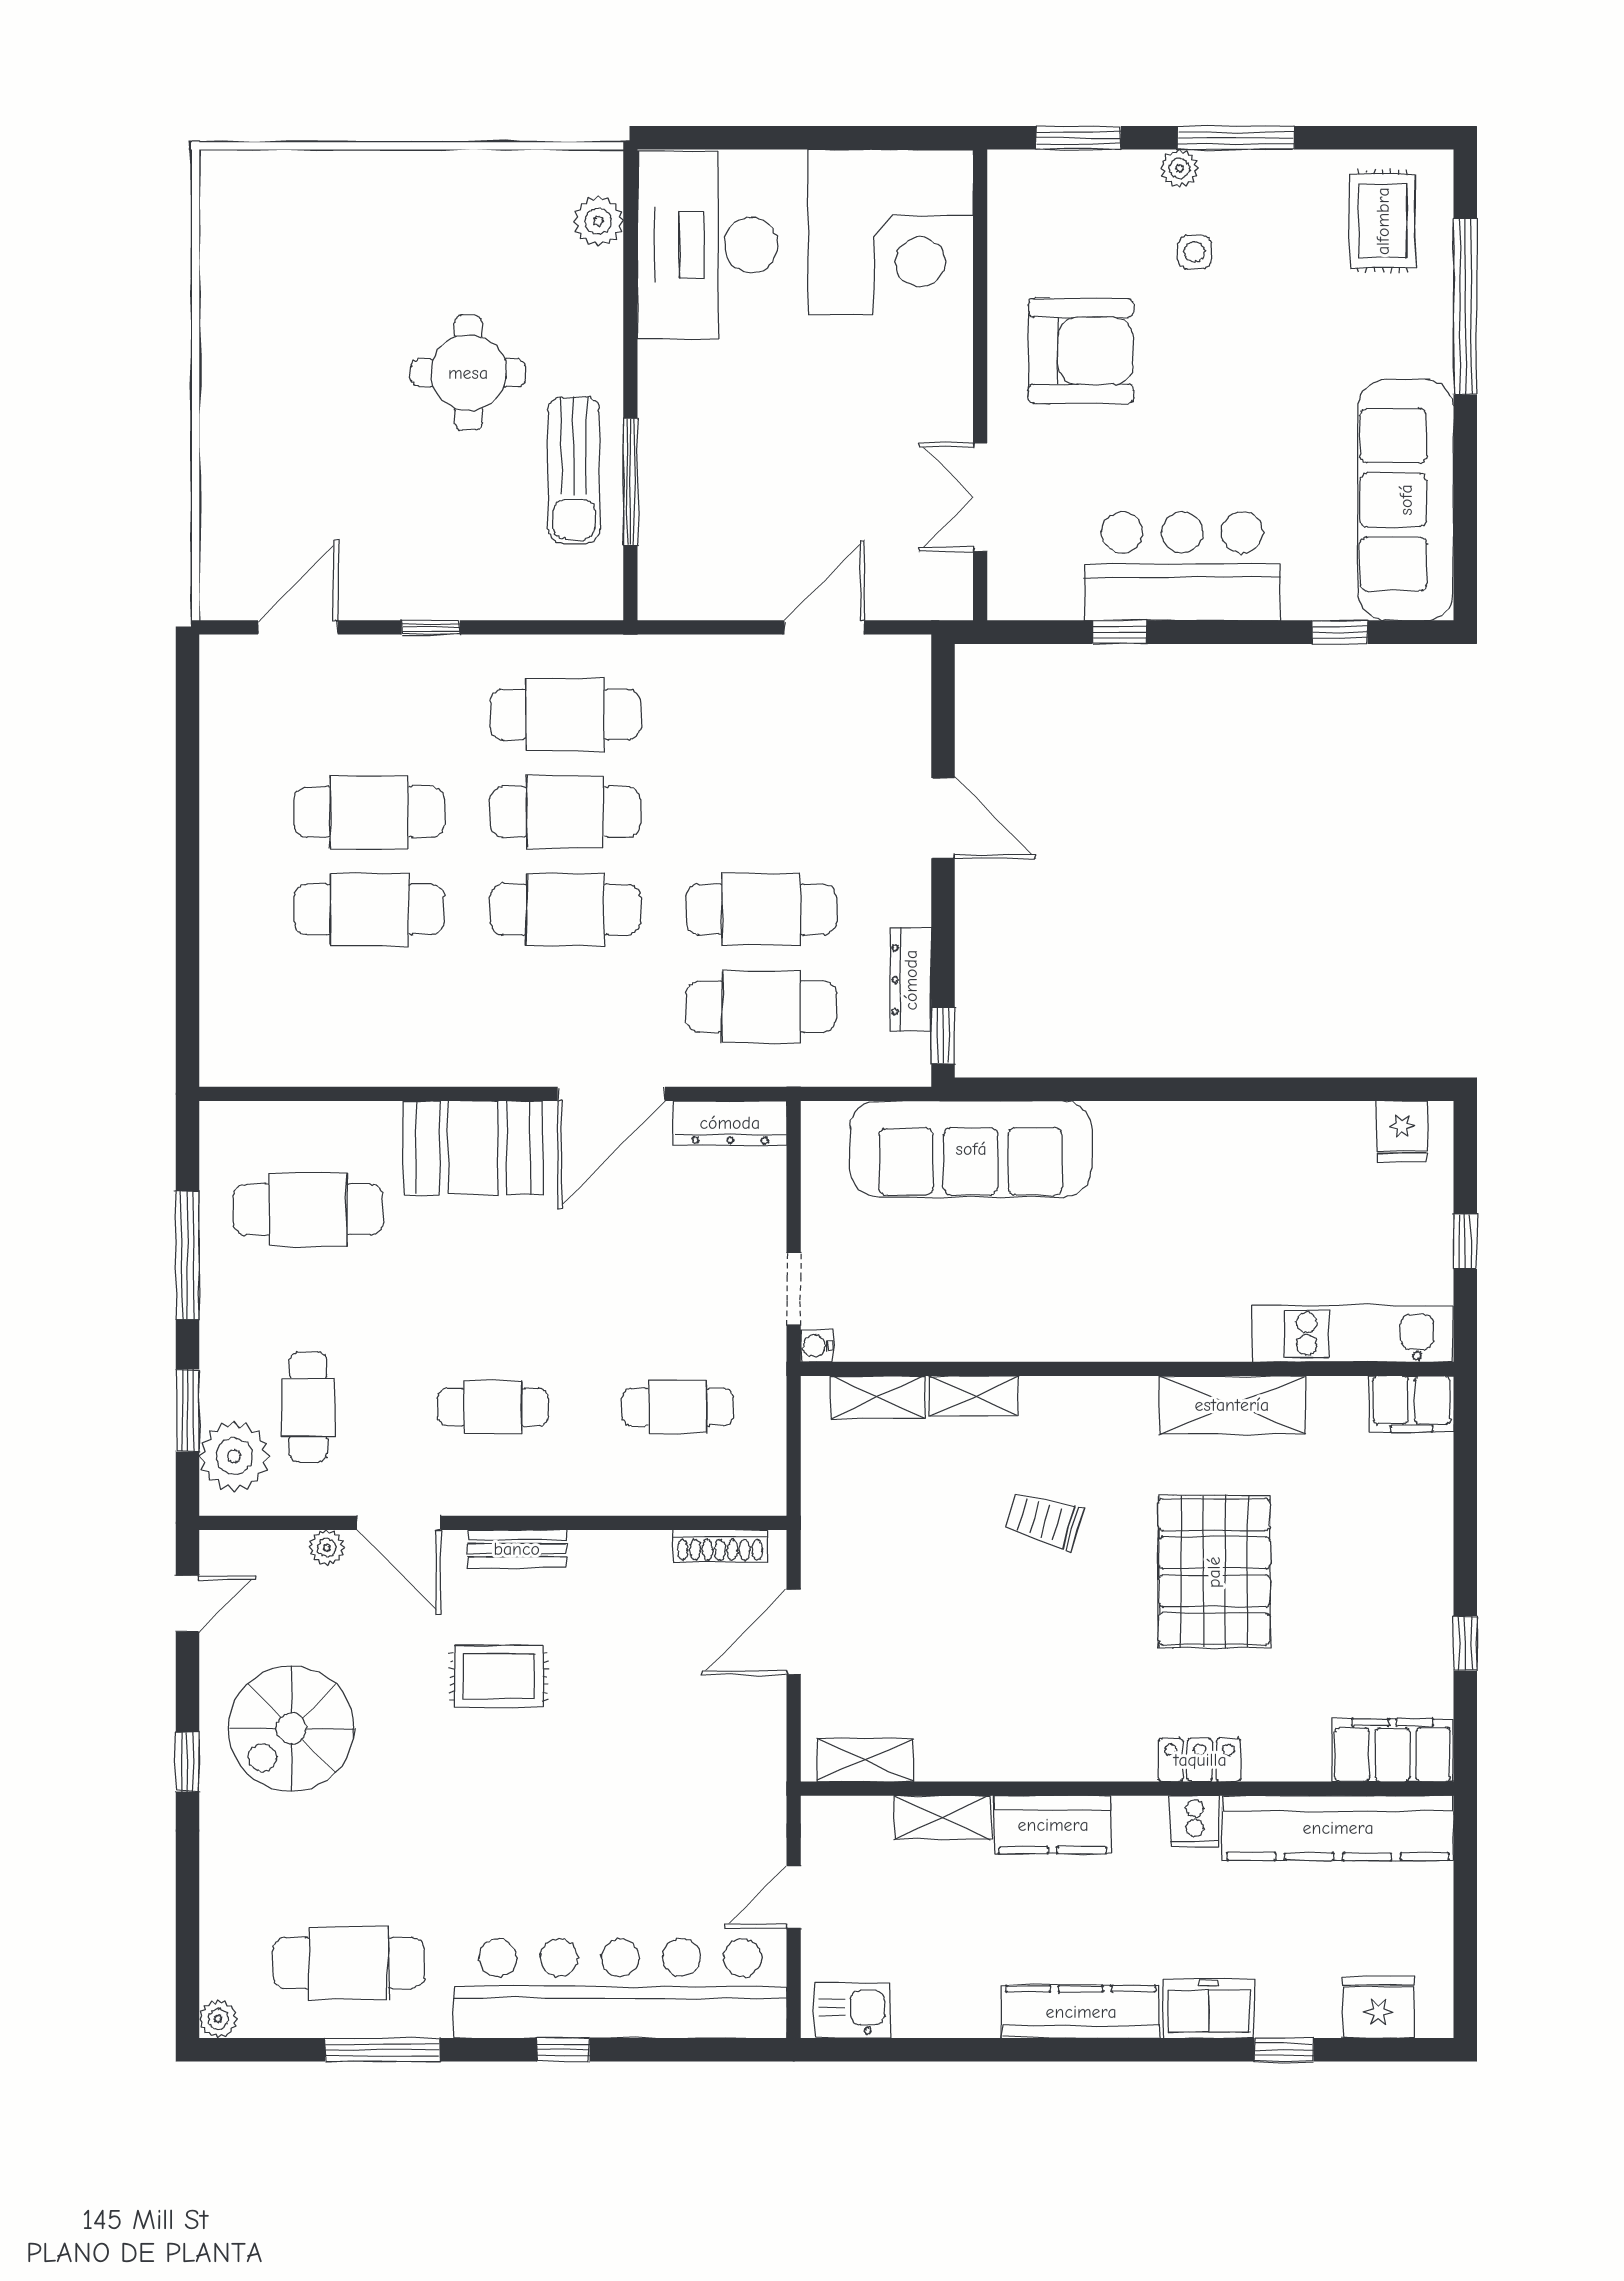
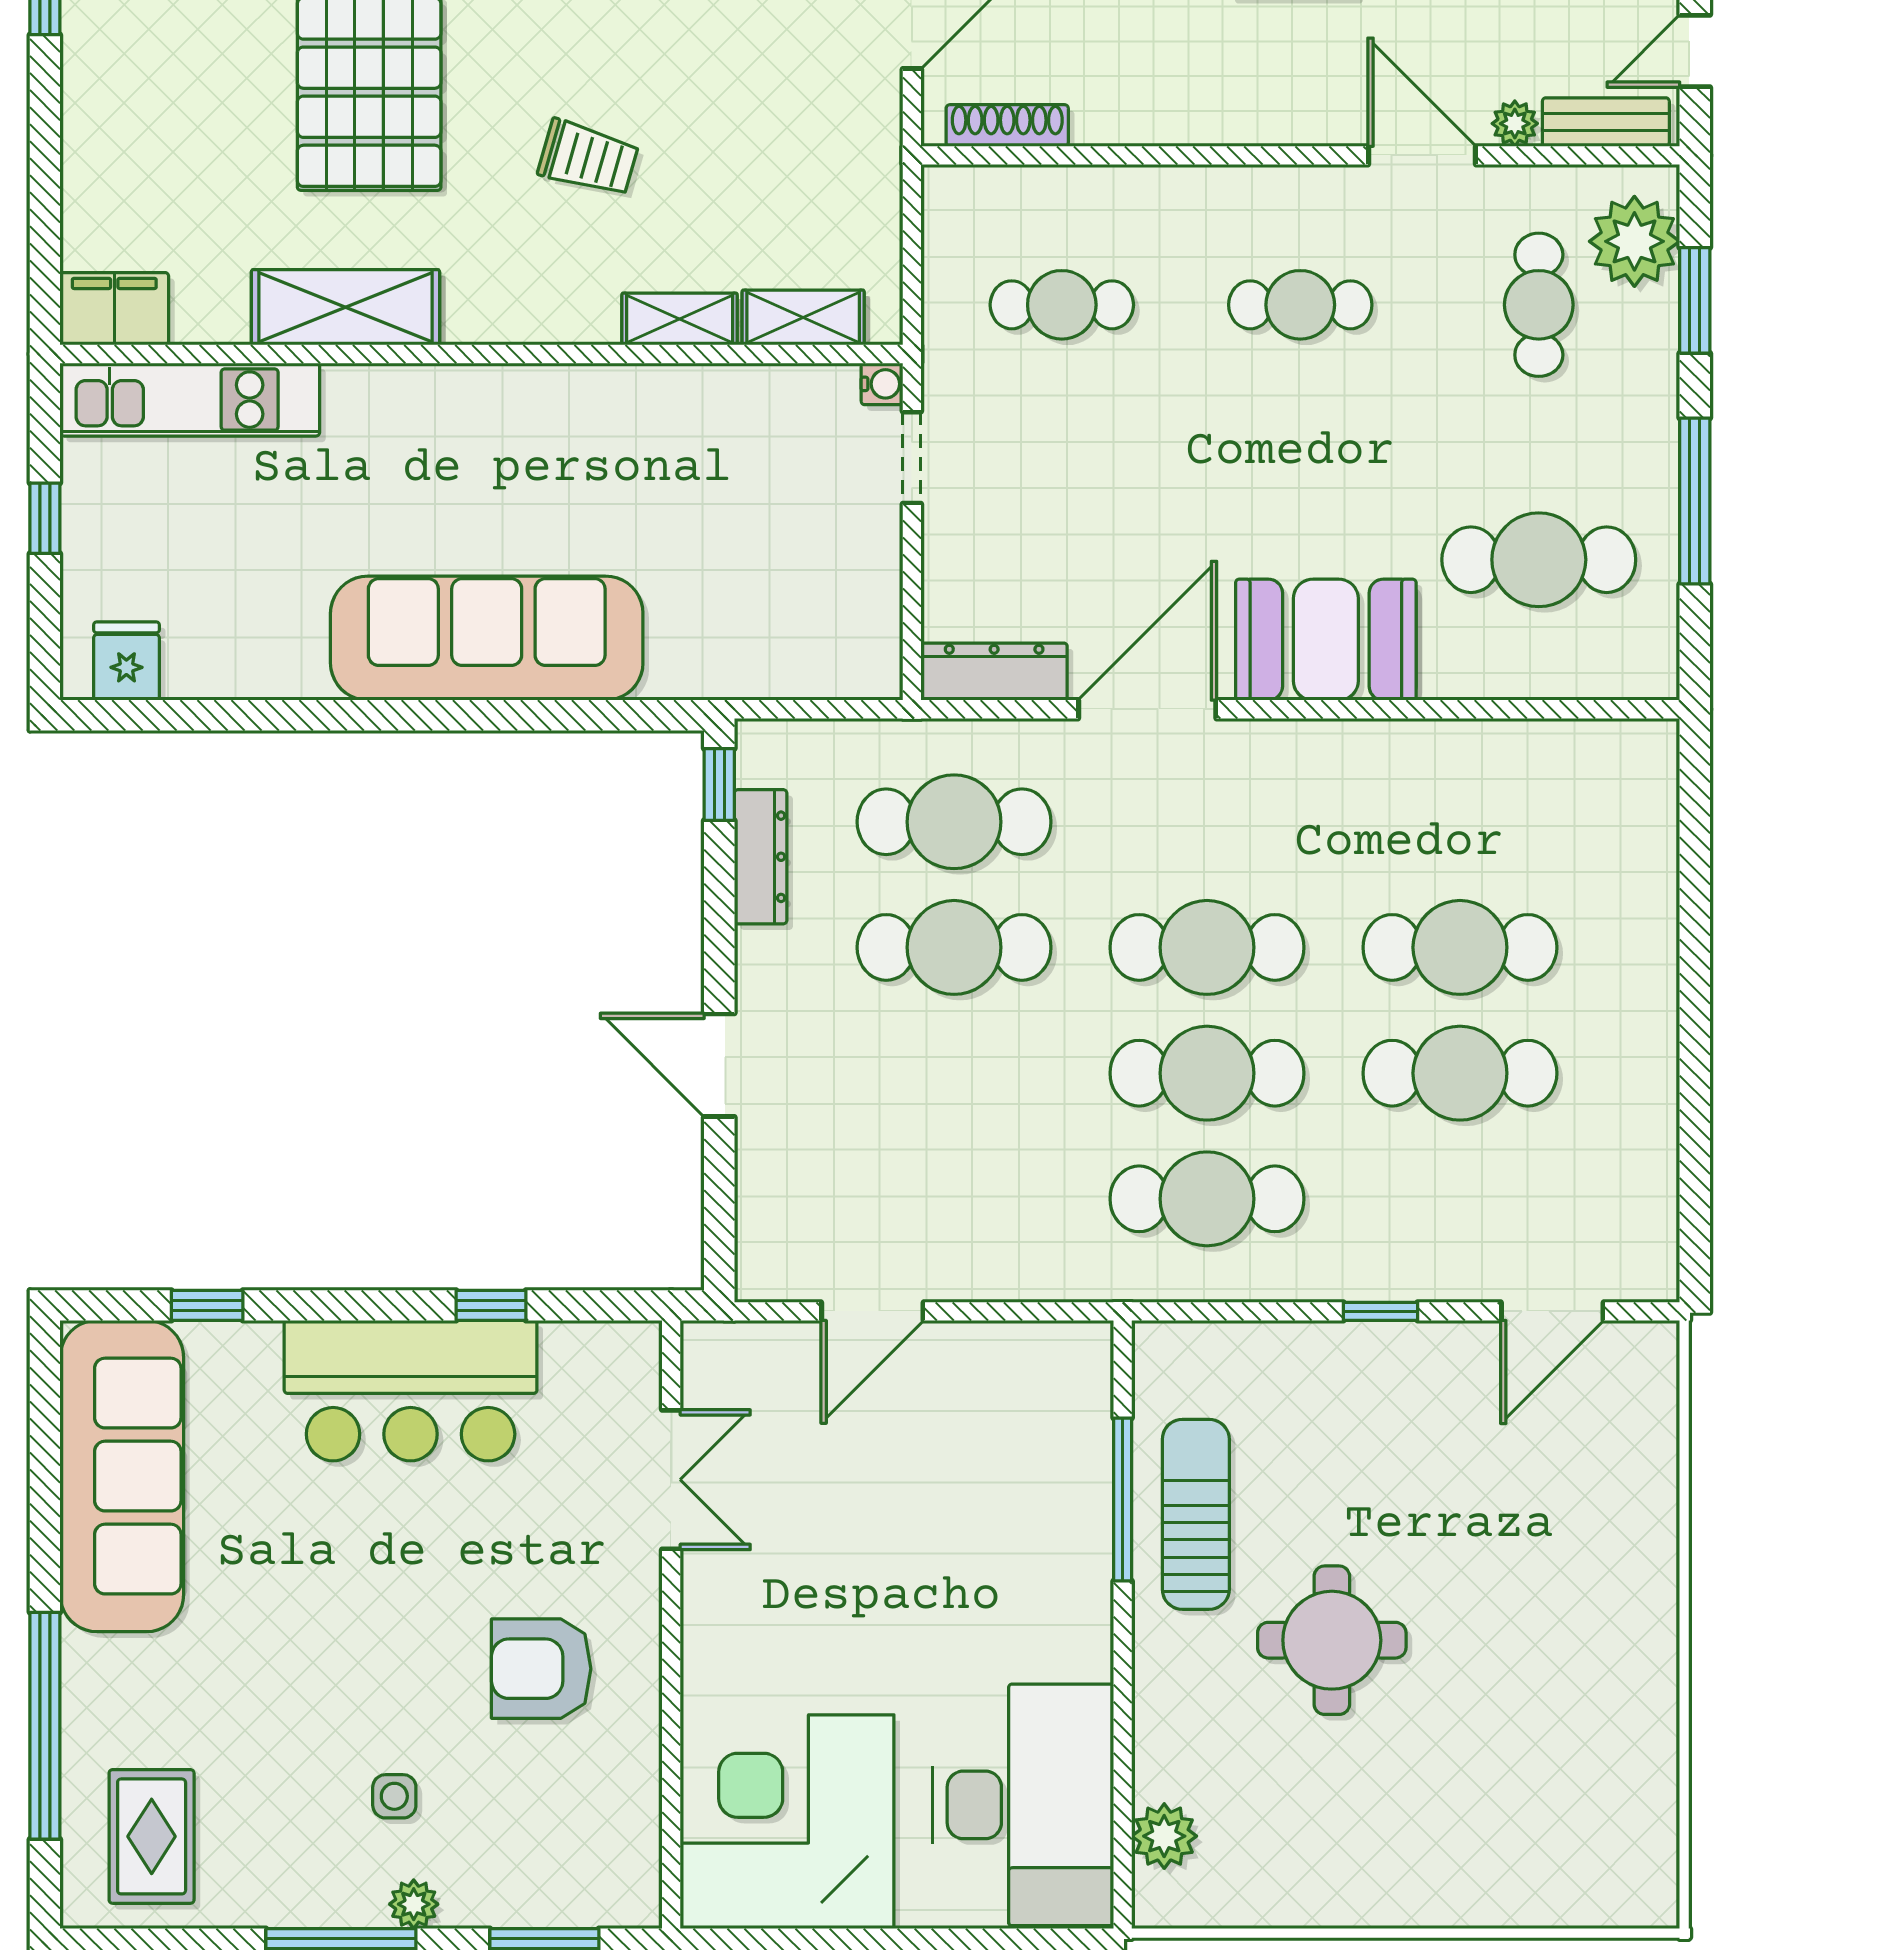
armchair: (1081, 351) -> (541, 1669), width x0.73, depth x0.73
sofa: (971, 1149) -> (487, 638), moved
bench: (517, 1549) -> (1606, 122), moved

